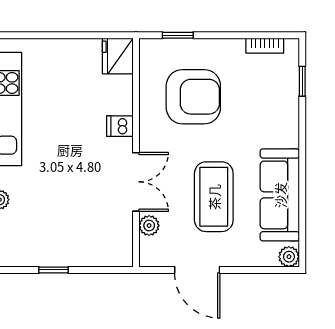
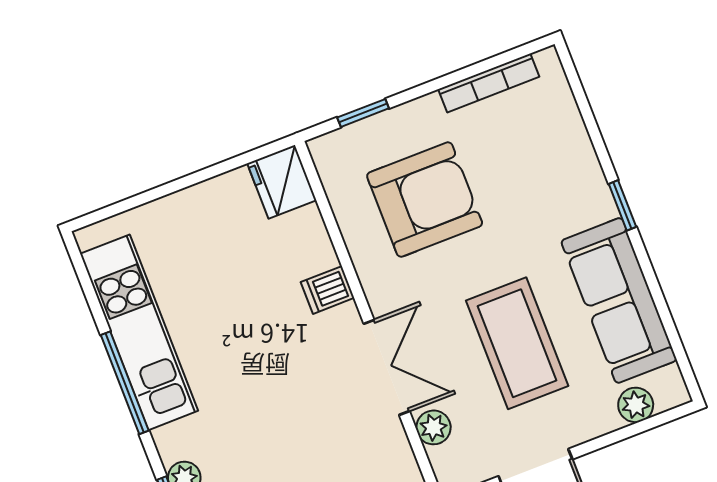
bookcase: (265, 46) -> (489, 83), width x1.56
window: (302, 81) -> (622, 205), moved
plant: (289, 257) -> (636, 405), moved

